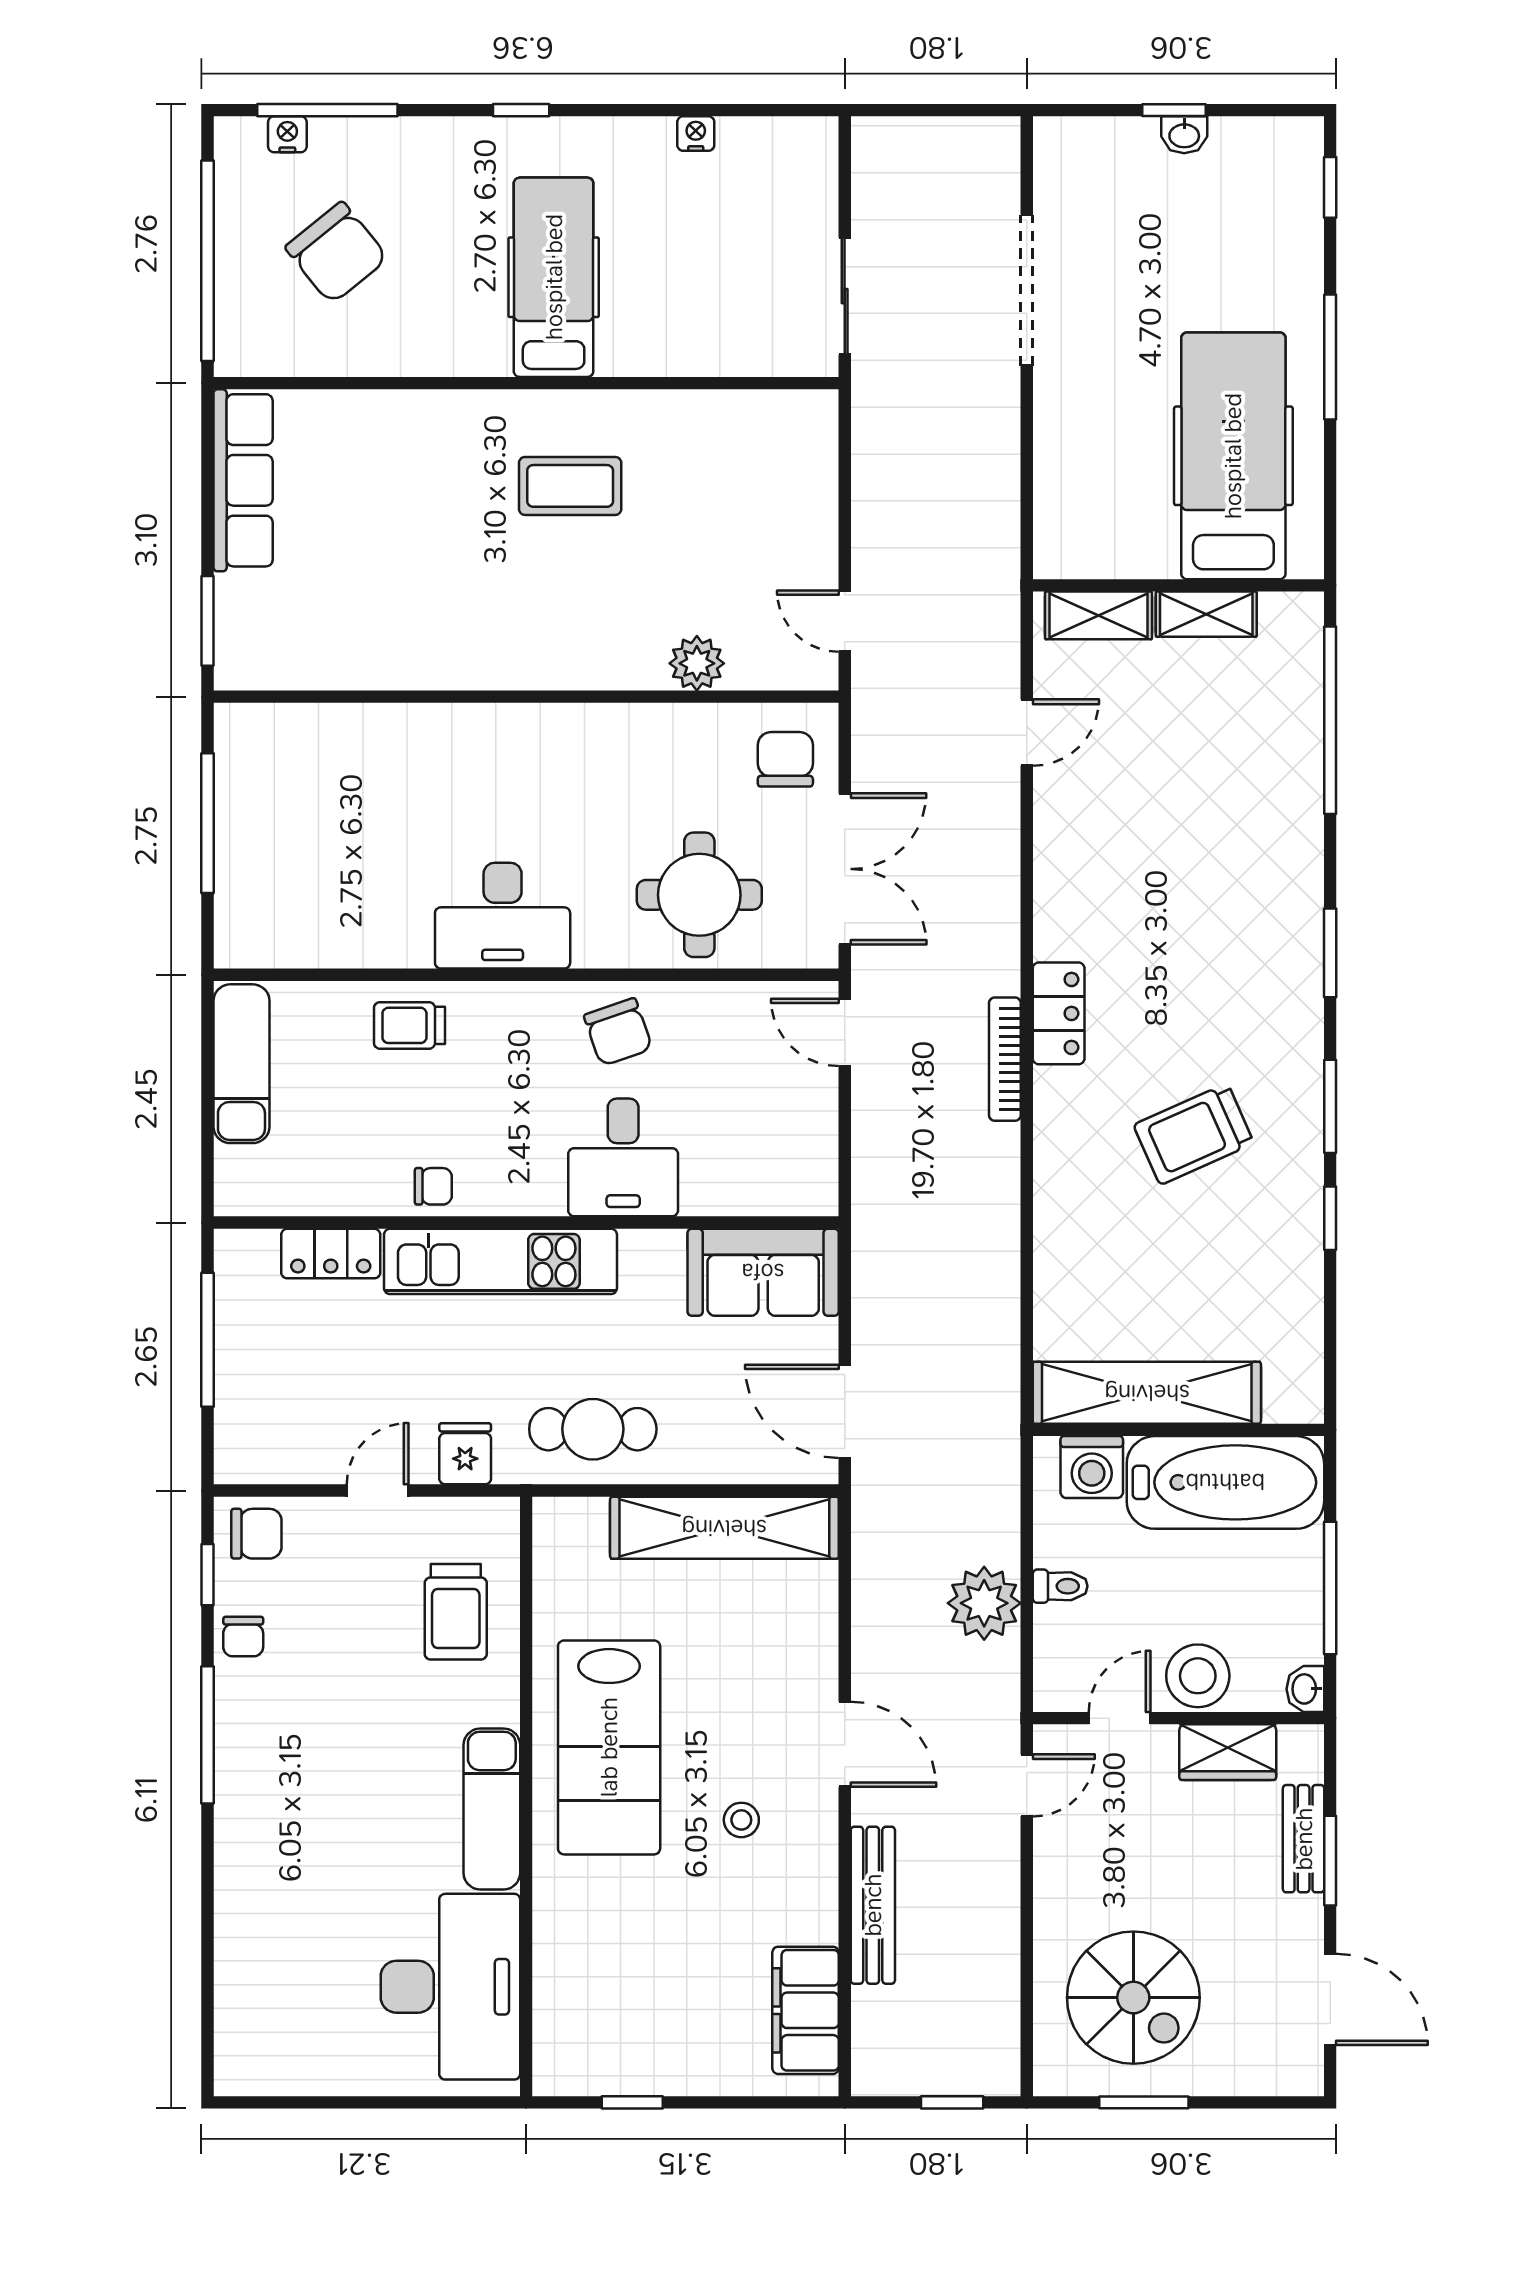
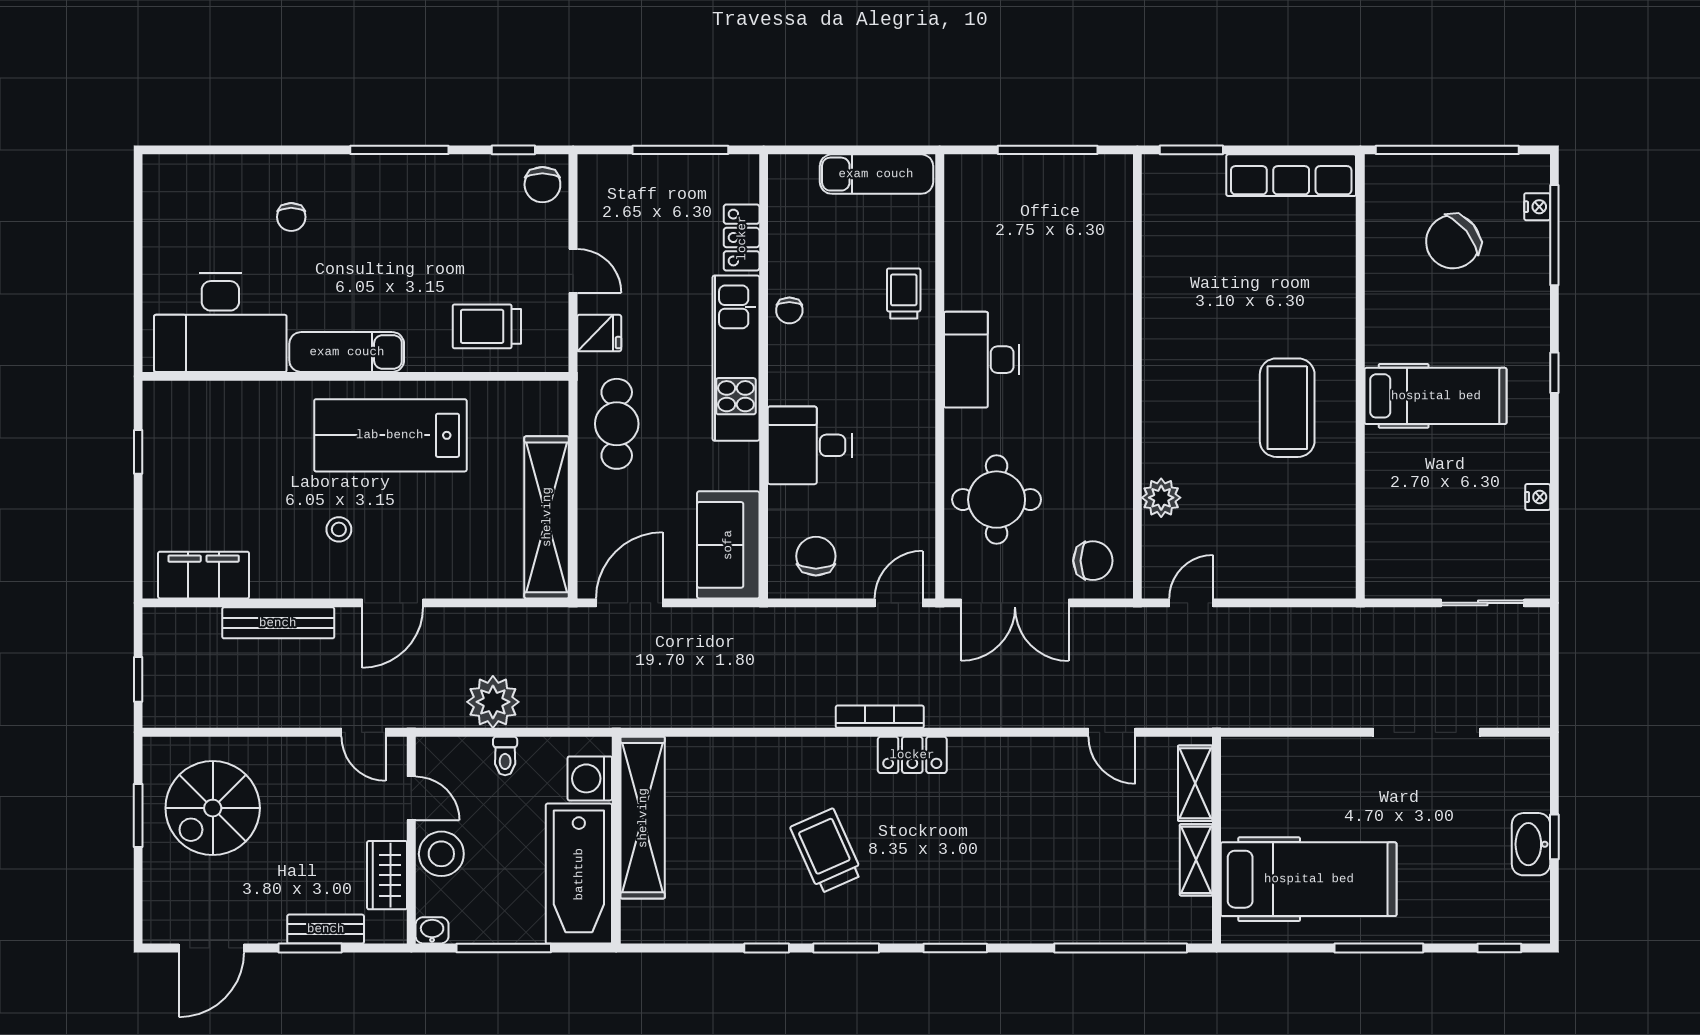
washbasin: (1184, 135) -> (1531, 844), width x1.91, depth x1.45
sliding door: (845, 296) -> (1483, 603), moved
coffee table: (570, 486) -> (1287, 408), width x1.36, depth x1.32
chair: (618, 1032) -> (816, 556), moved, turned 109
chair: (243, 1637) -> (291, 217), moved, turned -90

